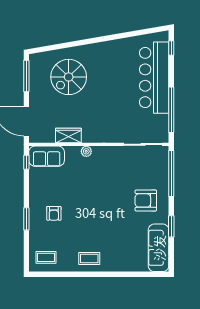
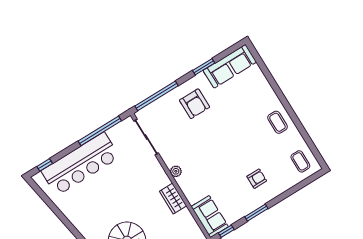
wardrobe: (68, 135) -> (173, 199), moved
plant: (86, 151) -> (176, 171), moved
window: (26, 219) -> (256, 213), moved

